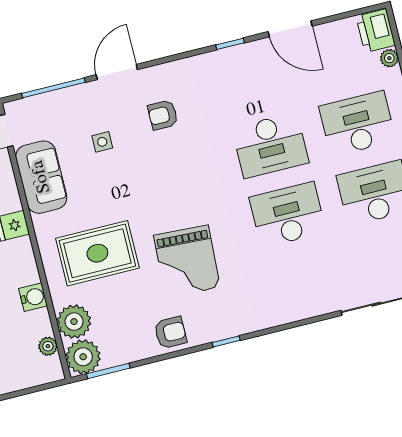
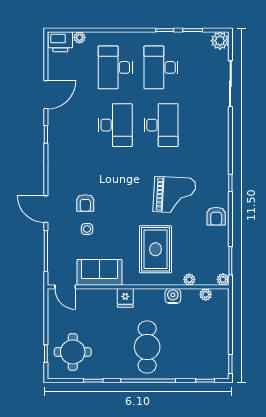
armchair: (163, 115) -> (85, 203), moved
desk: (288, 215) -> (161, 125), turned 180
plant: (74, 322) -> (189, 280), width x0.53, depth x0.53
armchair: (170, 333) -> (216, 216), turned 180
plant: (83, 357) -> (223, 279), width x0.53, depth x0.53

